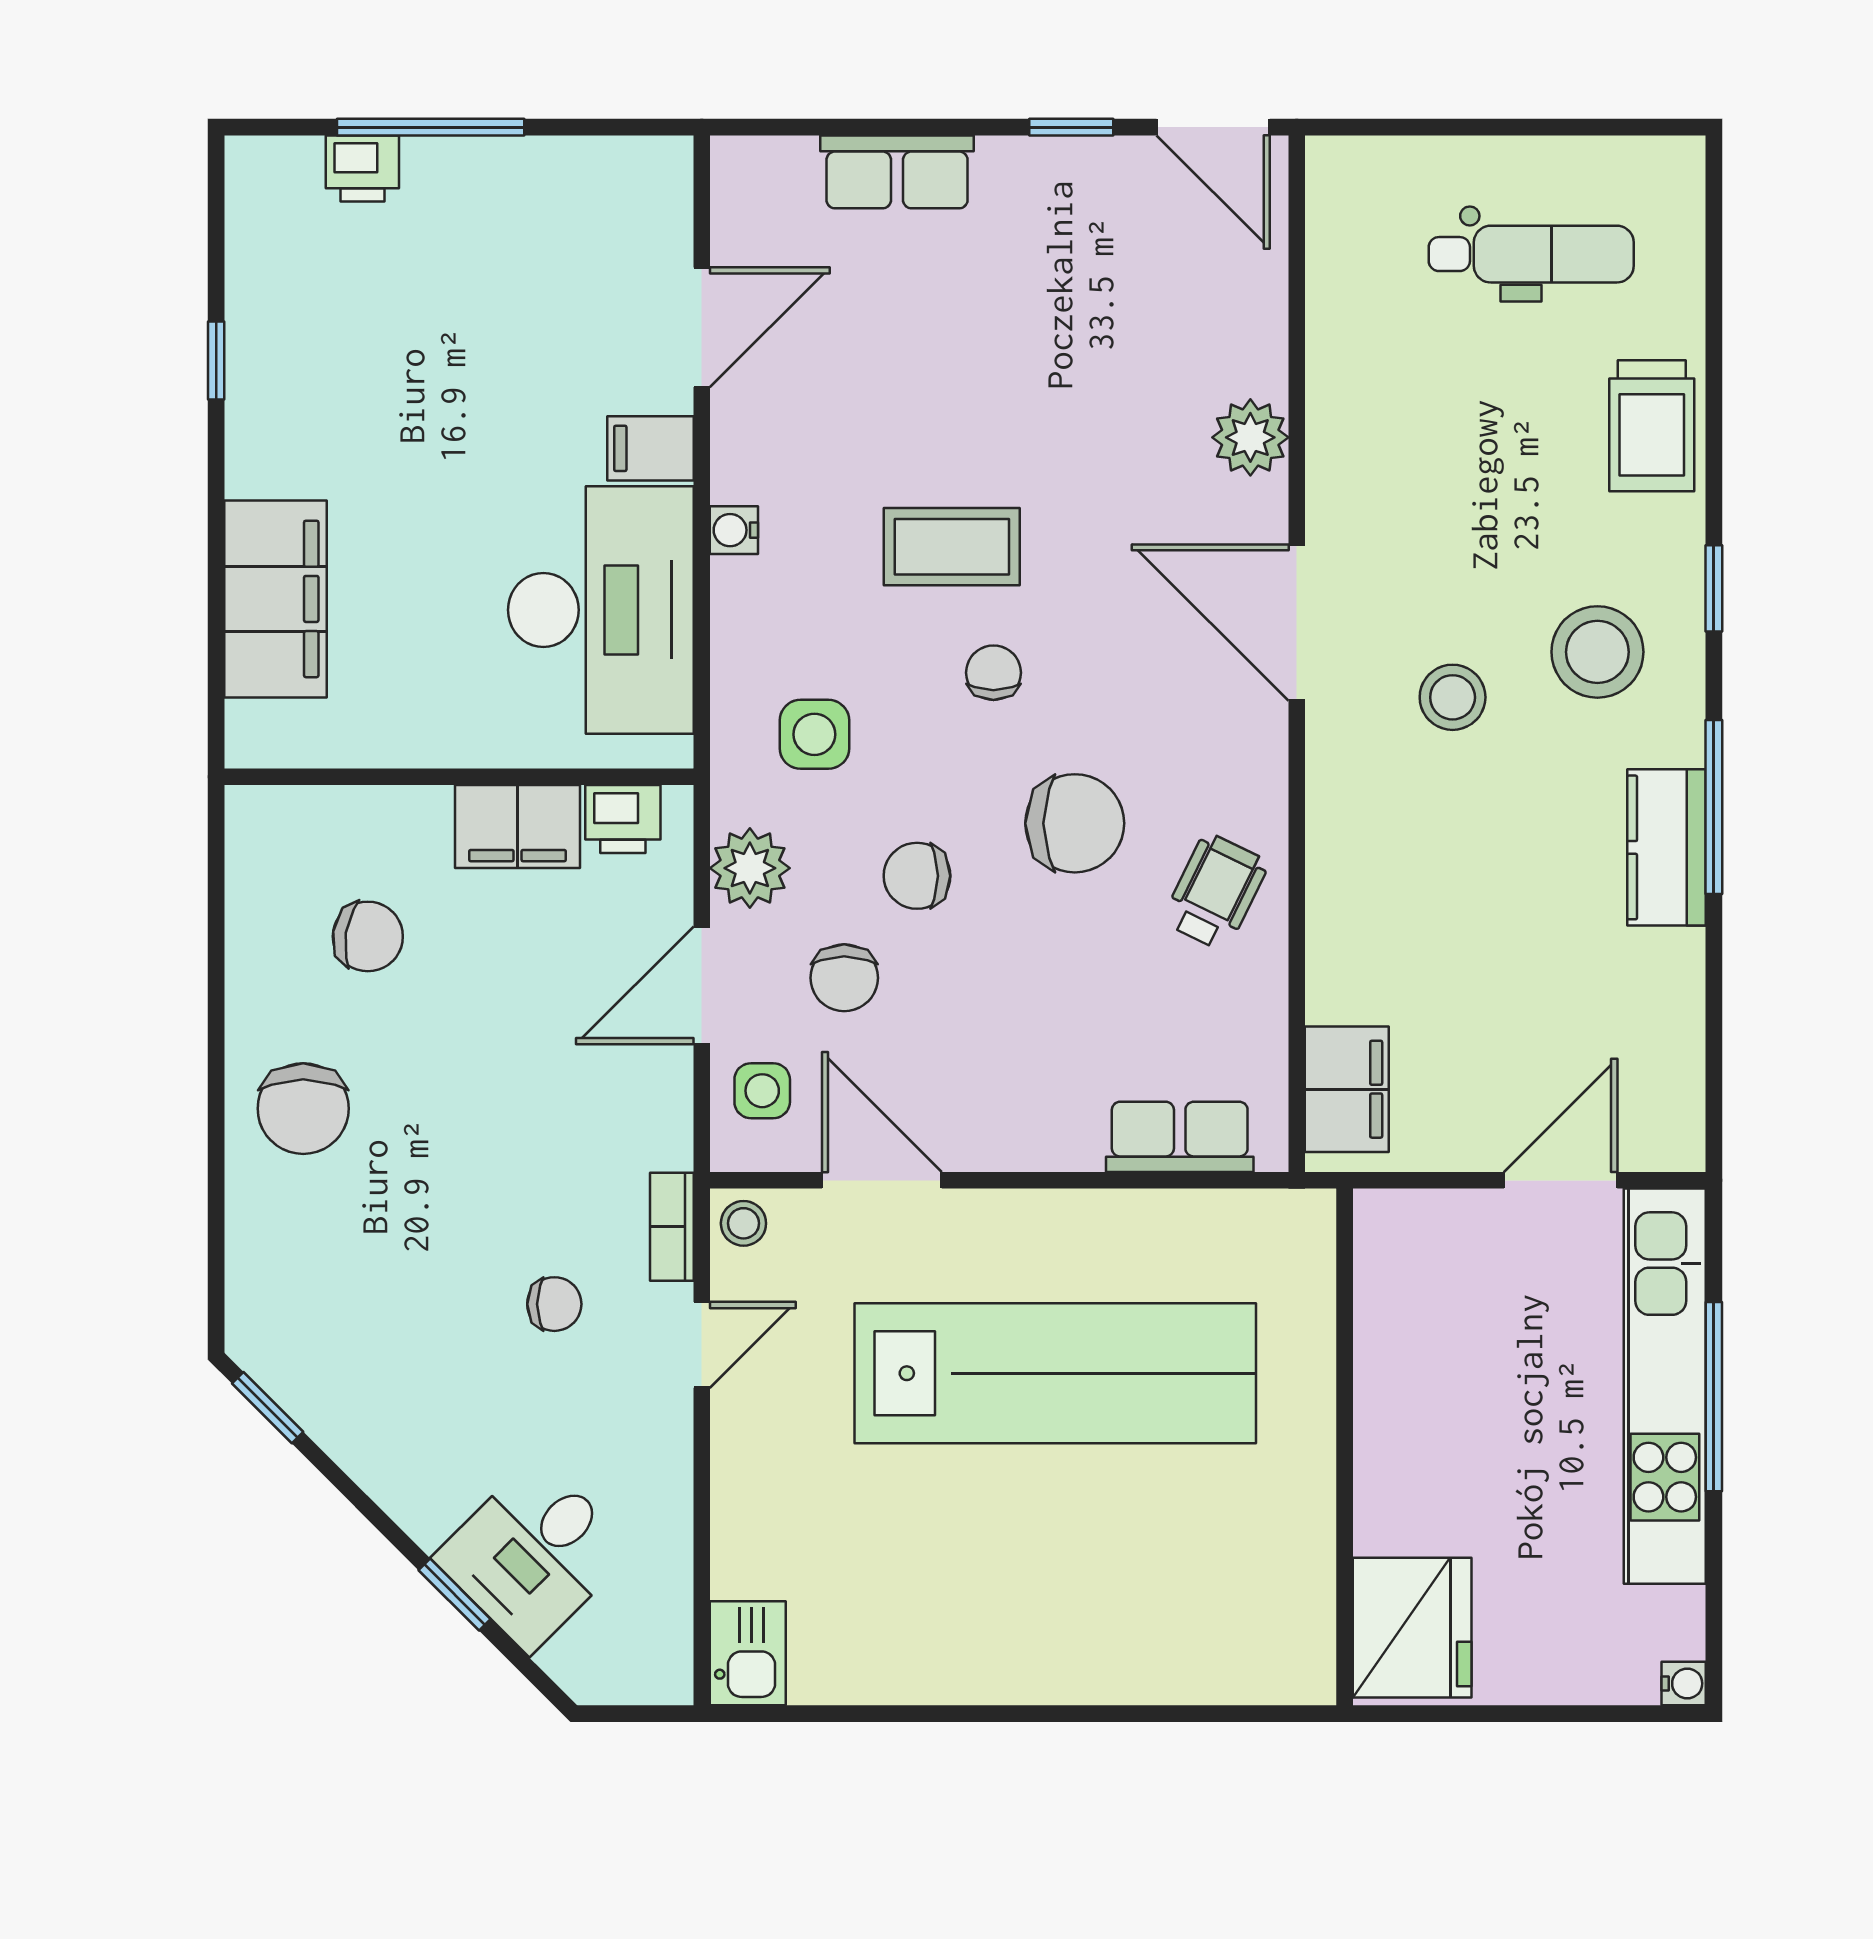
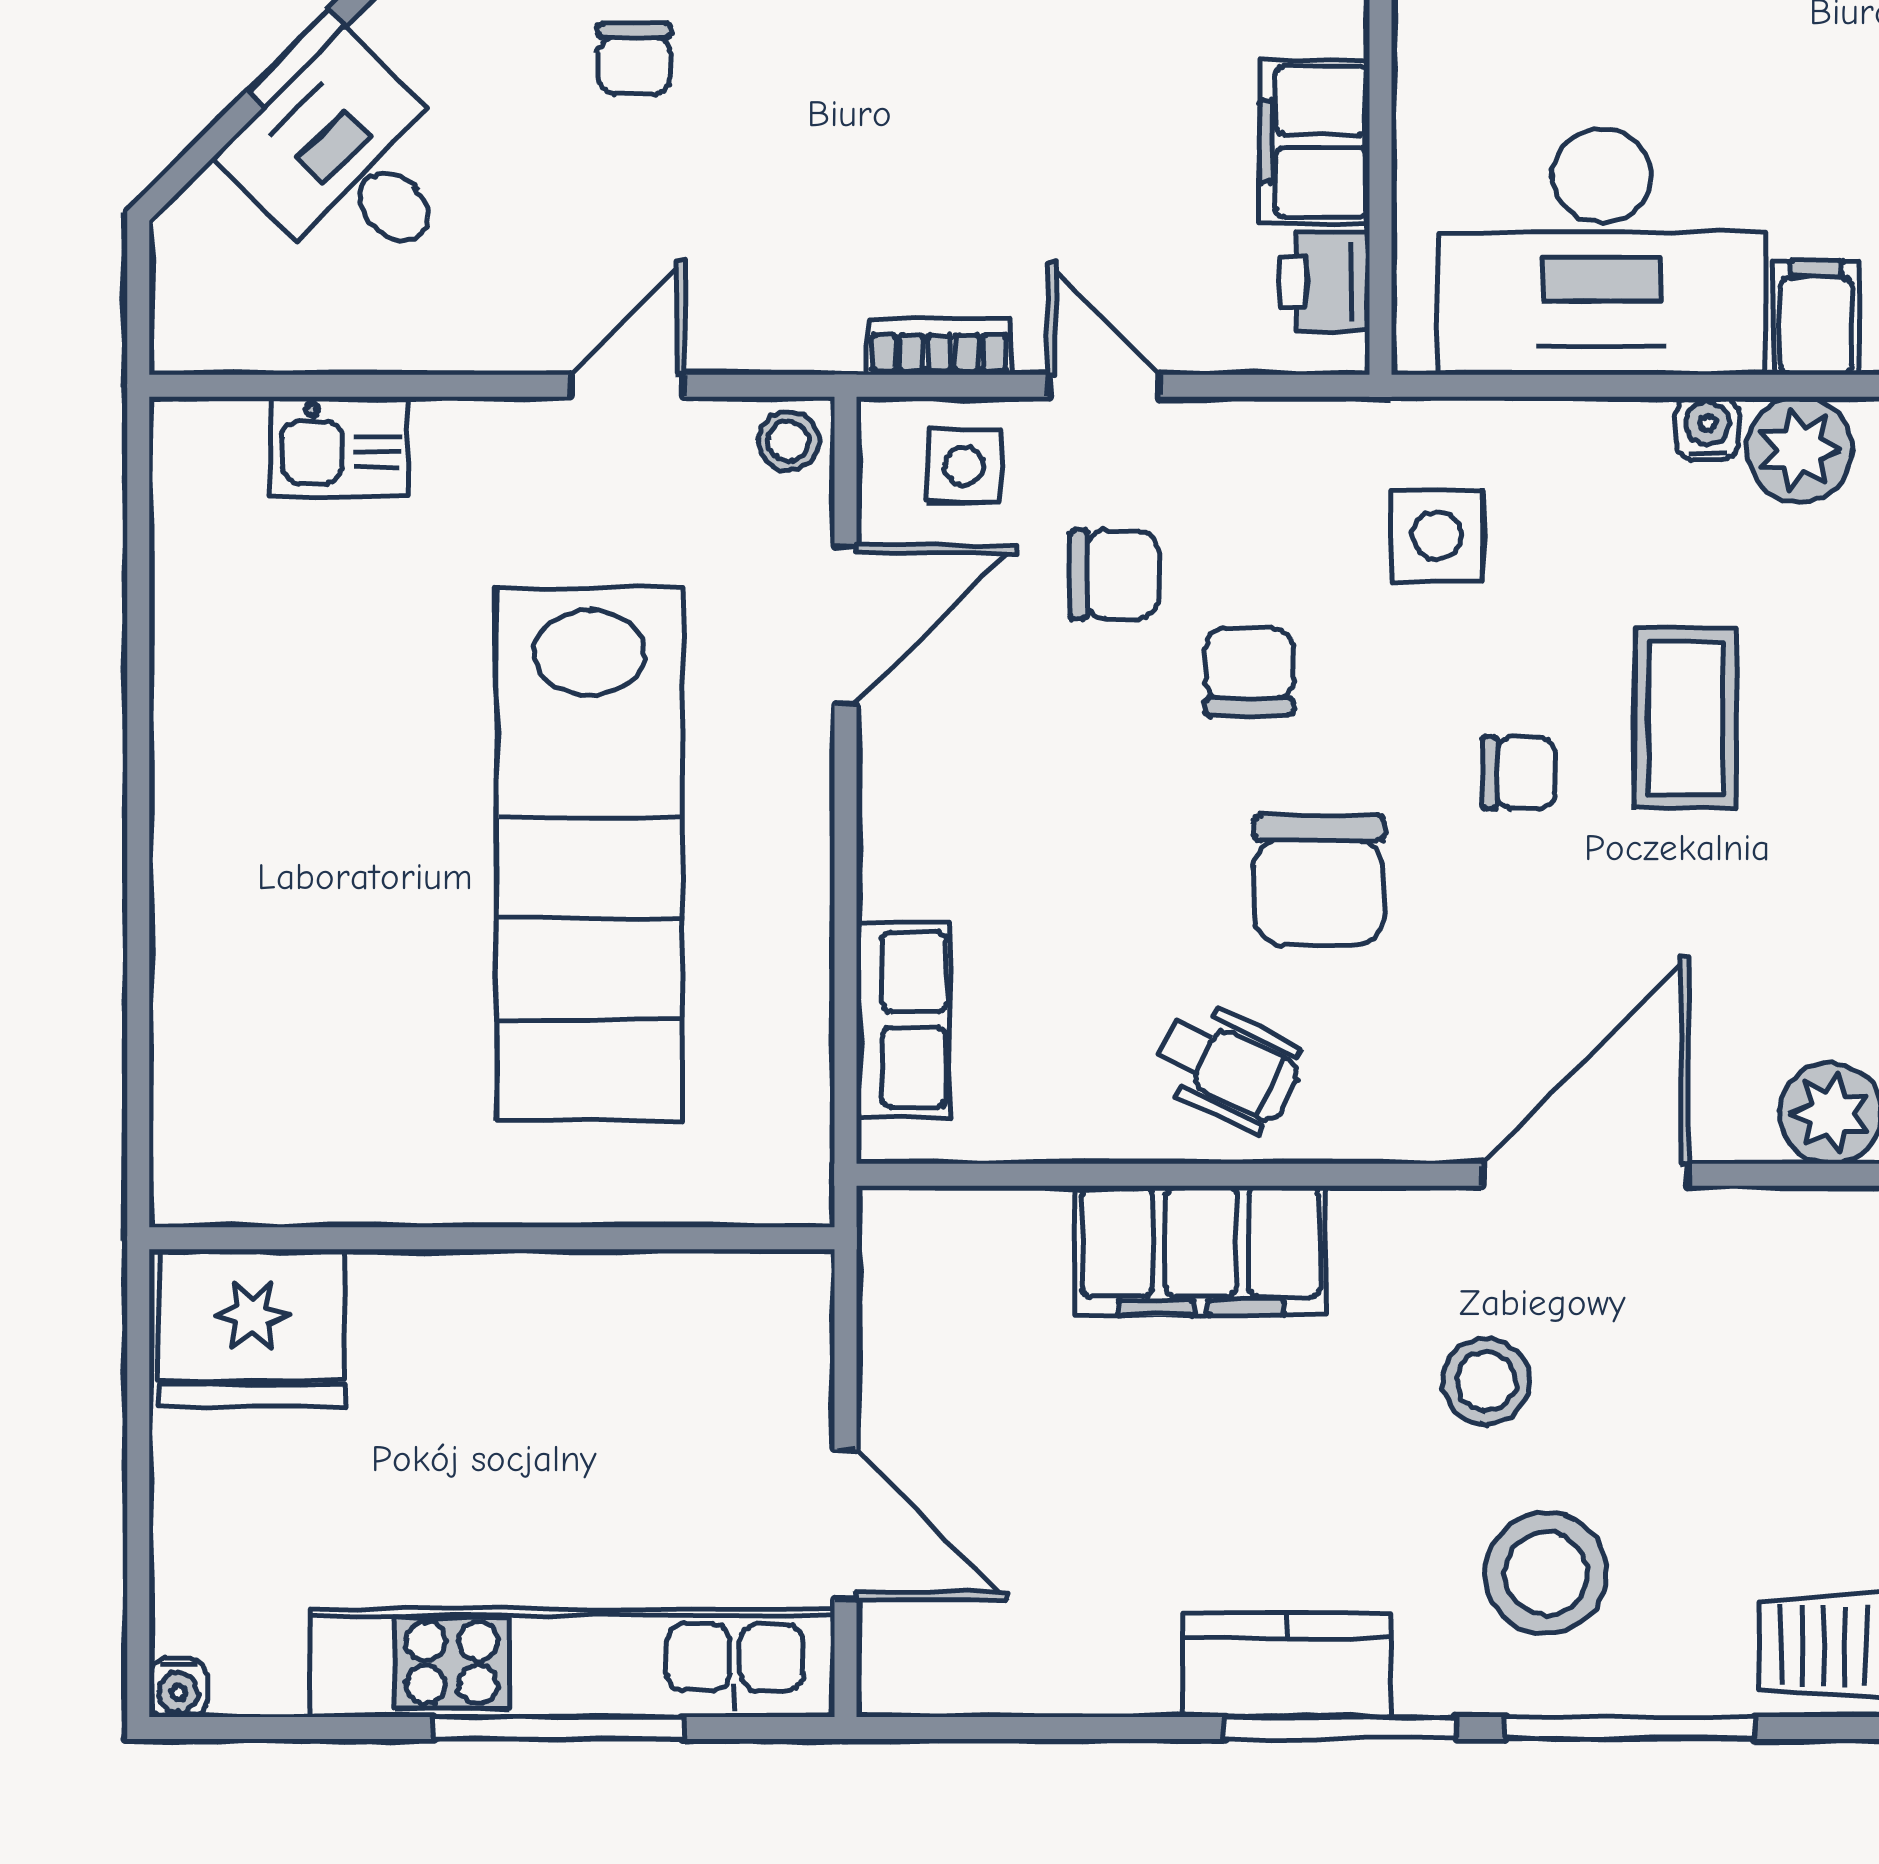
window: (1714, 588) -> (1630, 1728), width x2.17
plant: (750, 868) -> (1800, 450), moved
chair: (844, 978) -> (1114, 575), turned 180
door: (702, 985) -> (1104, 386), width x0.73
filing cabinet: (1347, 1089) -> (1201, 1250), moved, width x1.50, depth x1.17
bookcase: (672, 1227) -> (939, 346), moved
chair: (554, 1304) -> (634, 59), moved
door: (702, 1345) -> (627, 386), swing flipped
kitchen sink: (748, 1653) -> (340, 447), moved

